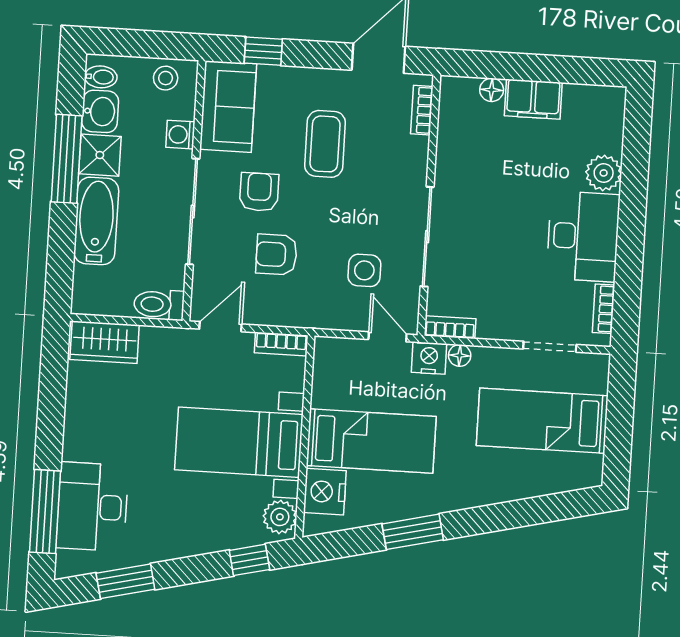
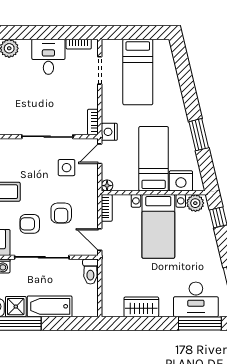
desk: (583, 236) -> (48, 57), width x0.73
wardrobe: (105, 342) -> (141, 307), moved, turned -90
floor lamp: (460, 355) -> (107, 186), moved

